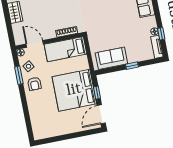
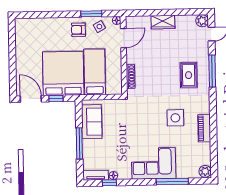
bed: (65, 49) -> (95, 72), moved
window: (132, 66) -> (79, 143), width x2.17

